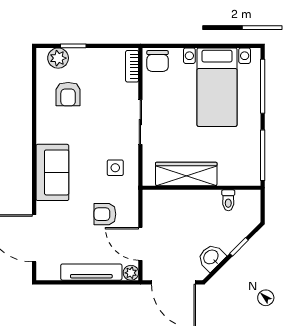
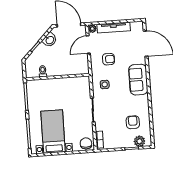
wardrobe: (186, 174) -> (66, 84), removed
door: (140, 244) -> (88, 45), swing flipped

